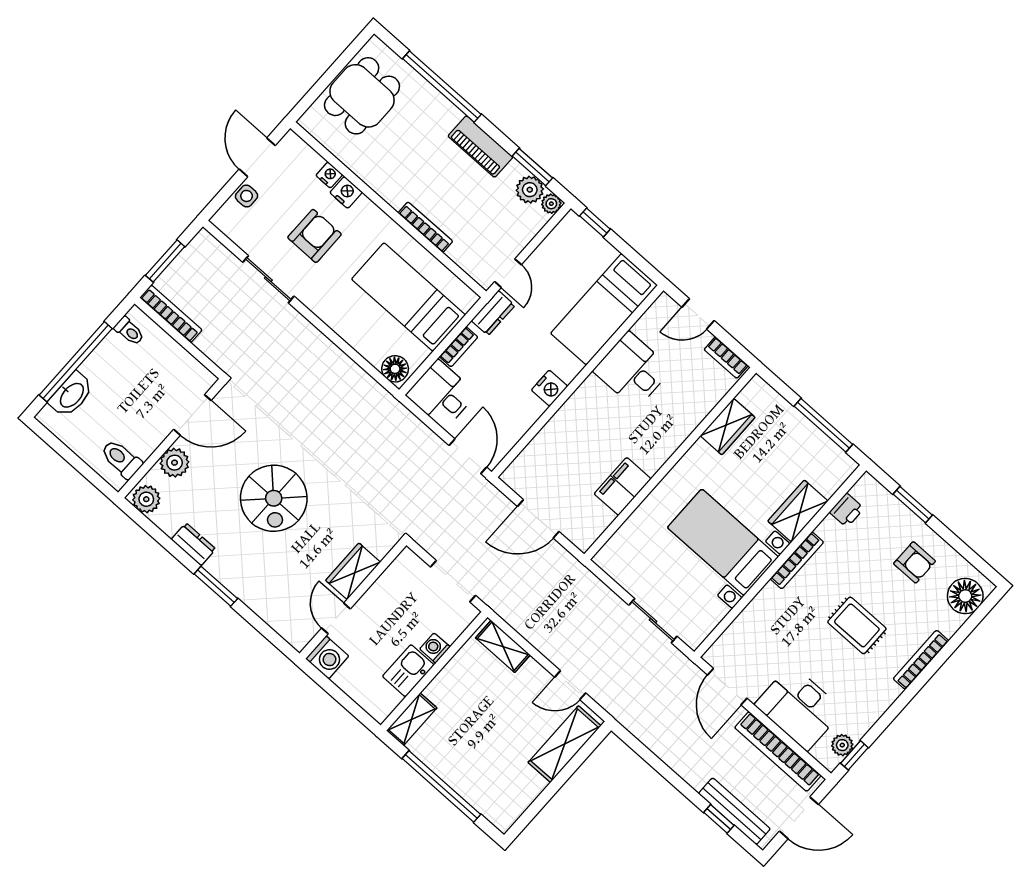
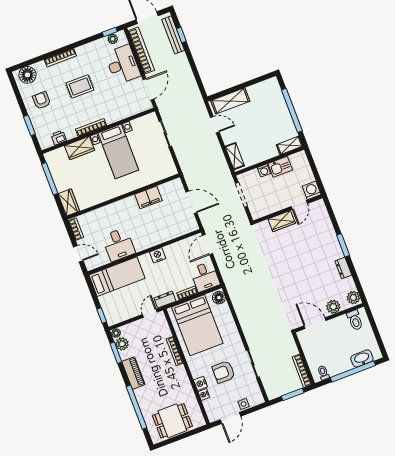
bed: (408, 297) -> (197, 325), width x1.50
wardrobe: (728, 427) -> (69, 202), moved, turned 90
spiral stairs: (274, 498) -> (299, 270), removed
rug: (857, 625) -> (80, 86), turned 90

